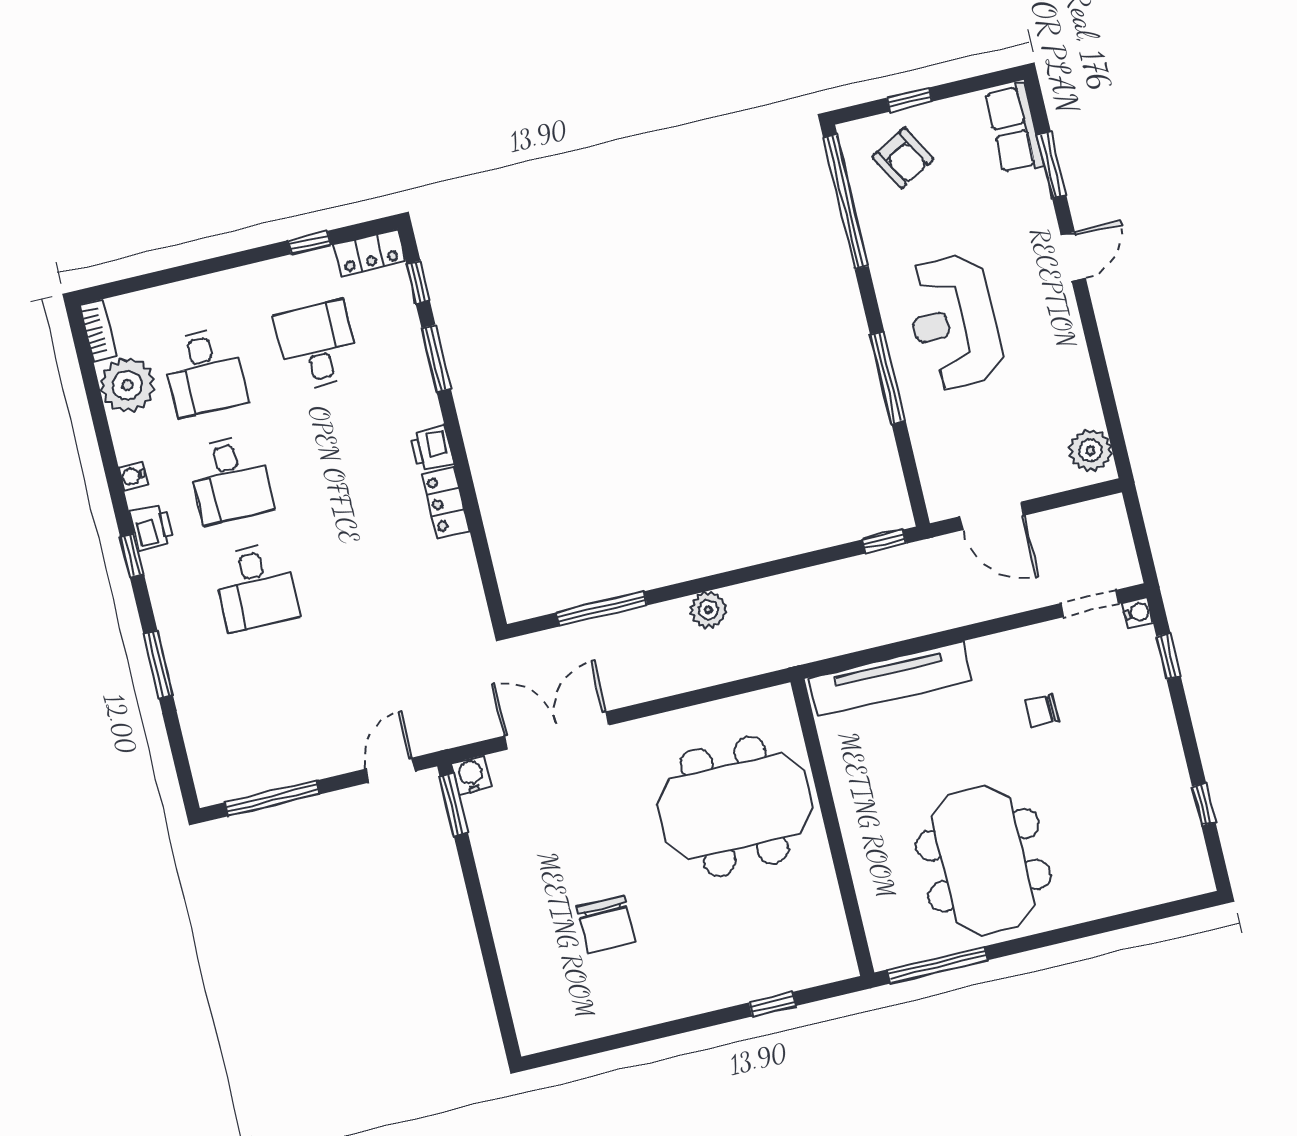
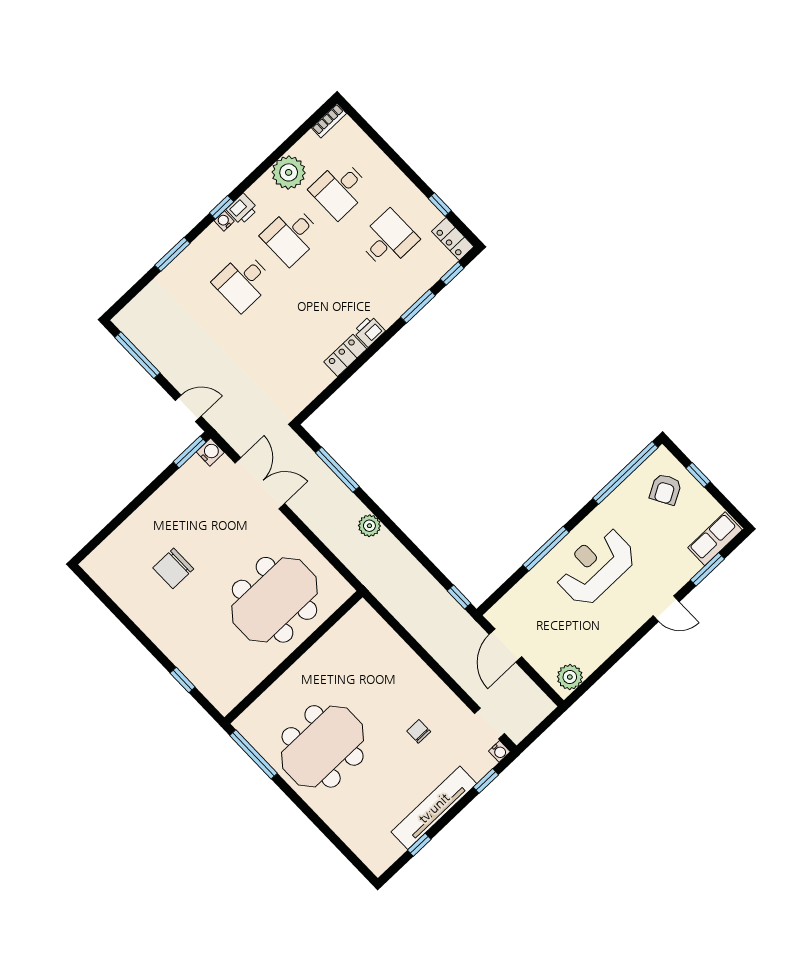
plant: (127, 385) -> (289, 172), moved
water cooler: (133, 476) -> (224, 221), moved
tv unit: (890, 679) -> (434, 808), moved, turned 90
meeting table: (735, 807) -> (275, 600), turned 90

